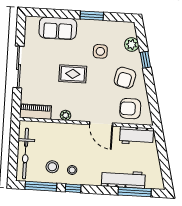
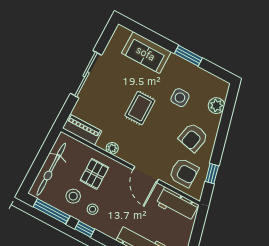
window: (145, 60) -> (212, 174), moved
rug: (73, 74) -> (140, 108), turned 90
armchair: (130, 109) -> (184, 173), turned 180
pallet: (61, 142) -> (94, 174), added

